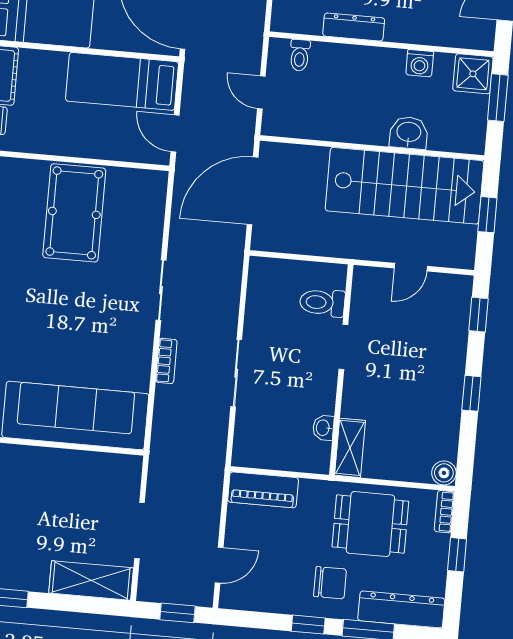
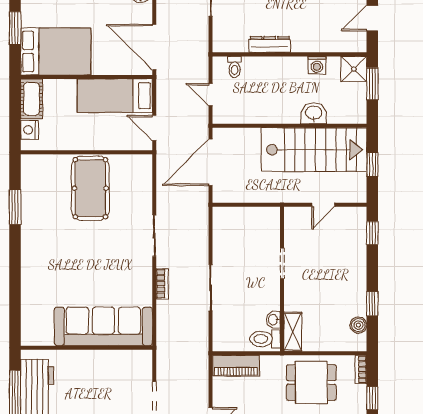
toilet: (322, 303) -> (265, 339), moved
window: (471, 393) -> (372, 304), moved
boiler: (444, 473) -> (358, 325), moved

